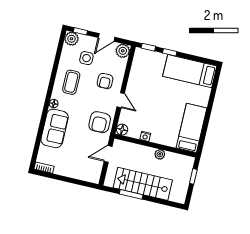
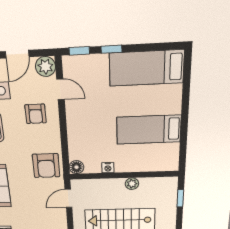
door: (121, 100) -> (60, 89), moved
bed: (192, 128) -> (149, 130), moved, turned -90

